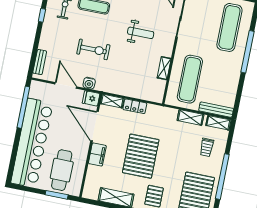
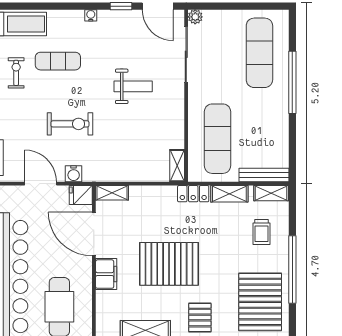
shelving: (164, 68) -> (177, 166), moved
locker: (135, 106) -> (193, 194), moved
pallet: (141, 156) -> (169, 264), turned 90

